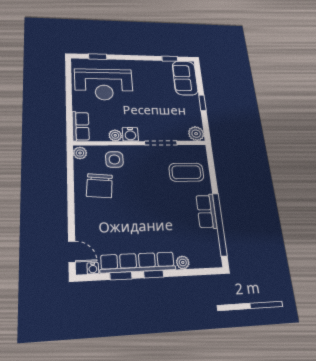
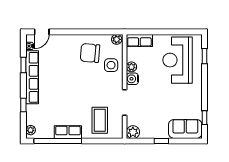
plant: (183, 262) -> (31, 130), moved
window: (154, 274) -> (23, 105), moved

